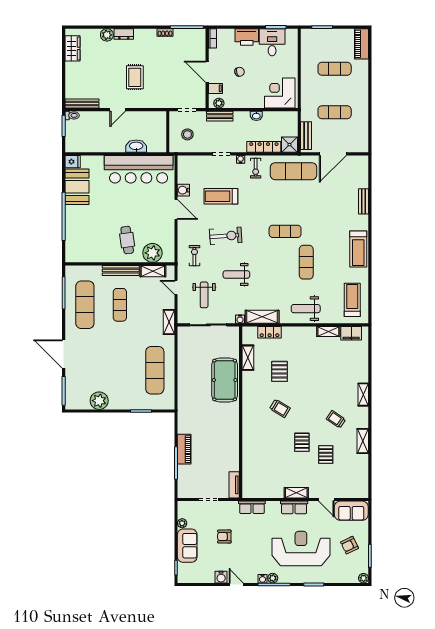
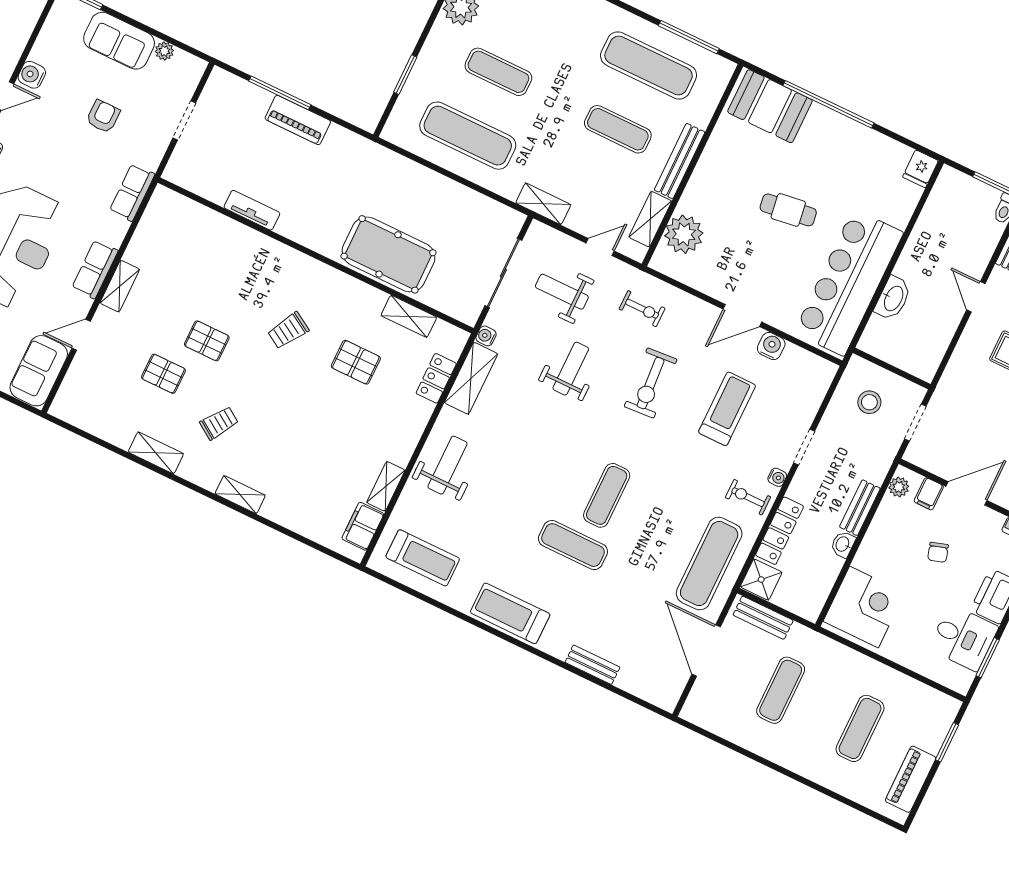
piano: (362, 44) -> (911, 779), moved, turned -90
bench: (220, 116) -> (860, 508), moved
booth: (77, 187) -> (770, 106), moved
cafe table: (127, 240) -> (788, 210), moved
exercise mat: (306, 262) -> (573, 545), moved
exercise mat: (120, 370) -> (498, 72), added
tv unit: (234, 485) -> (252, 210), moved

